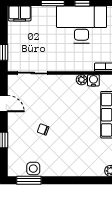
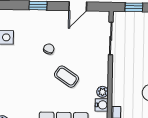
coffee table: (68, 113) -> (66, 77), added

